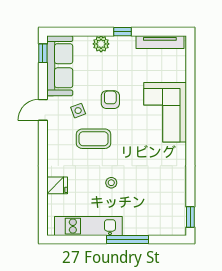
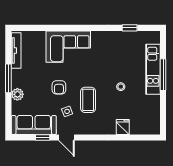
window: (122, 32) -> (8, 78), width x2.17
window: (43, 53) -> (43, 137), moved
armchair: (110, 100) -> (59, 87), turned -90
window: (190, 217) -> (130, 28), moved
kitchen unit: (88, 226) -> (153, 69), moved

